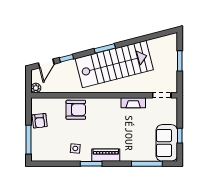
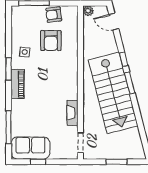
window: (66, 58) -> (124, 59), moved
armchair: (76, 110) -> (51, 41), moved

